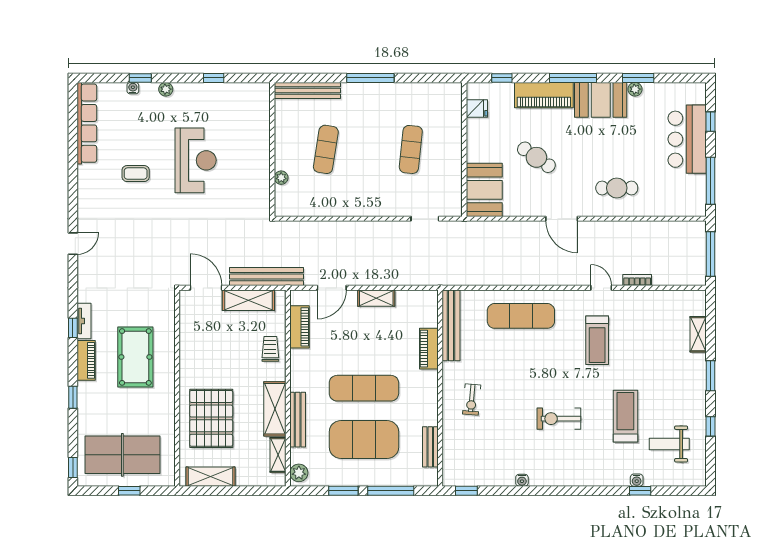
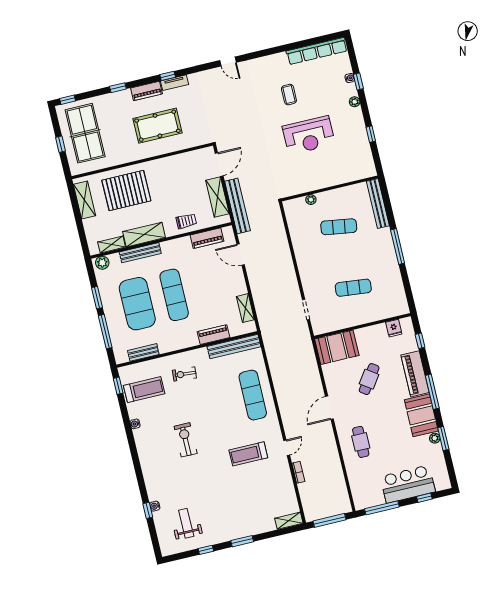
shelving: (376, 298) -> (245, 308), moved
shelving: (698, 334) -> (289, 521), moved
treadmill: (625, 416) -> (144, 390), moved

